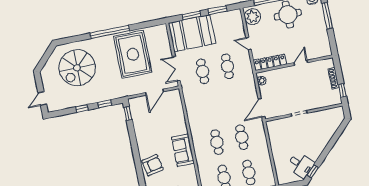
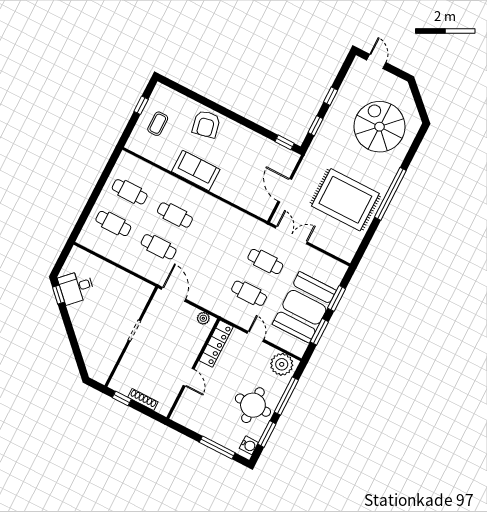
booth: (192, 33) -> (304, 307), moved
door: (249, 44) -> (256, 336), hinge flipped

